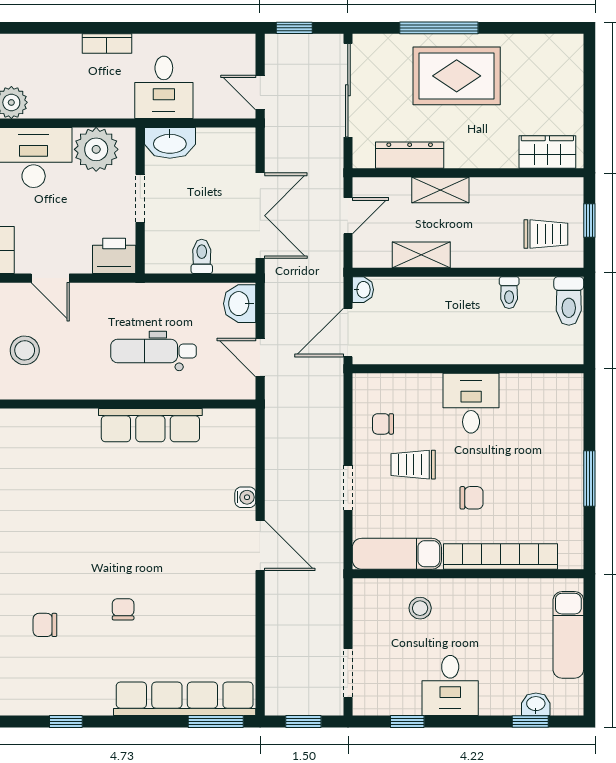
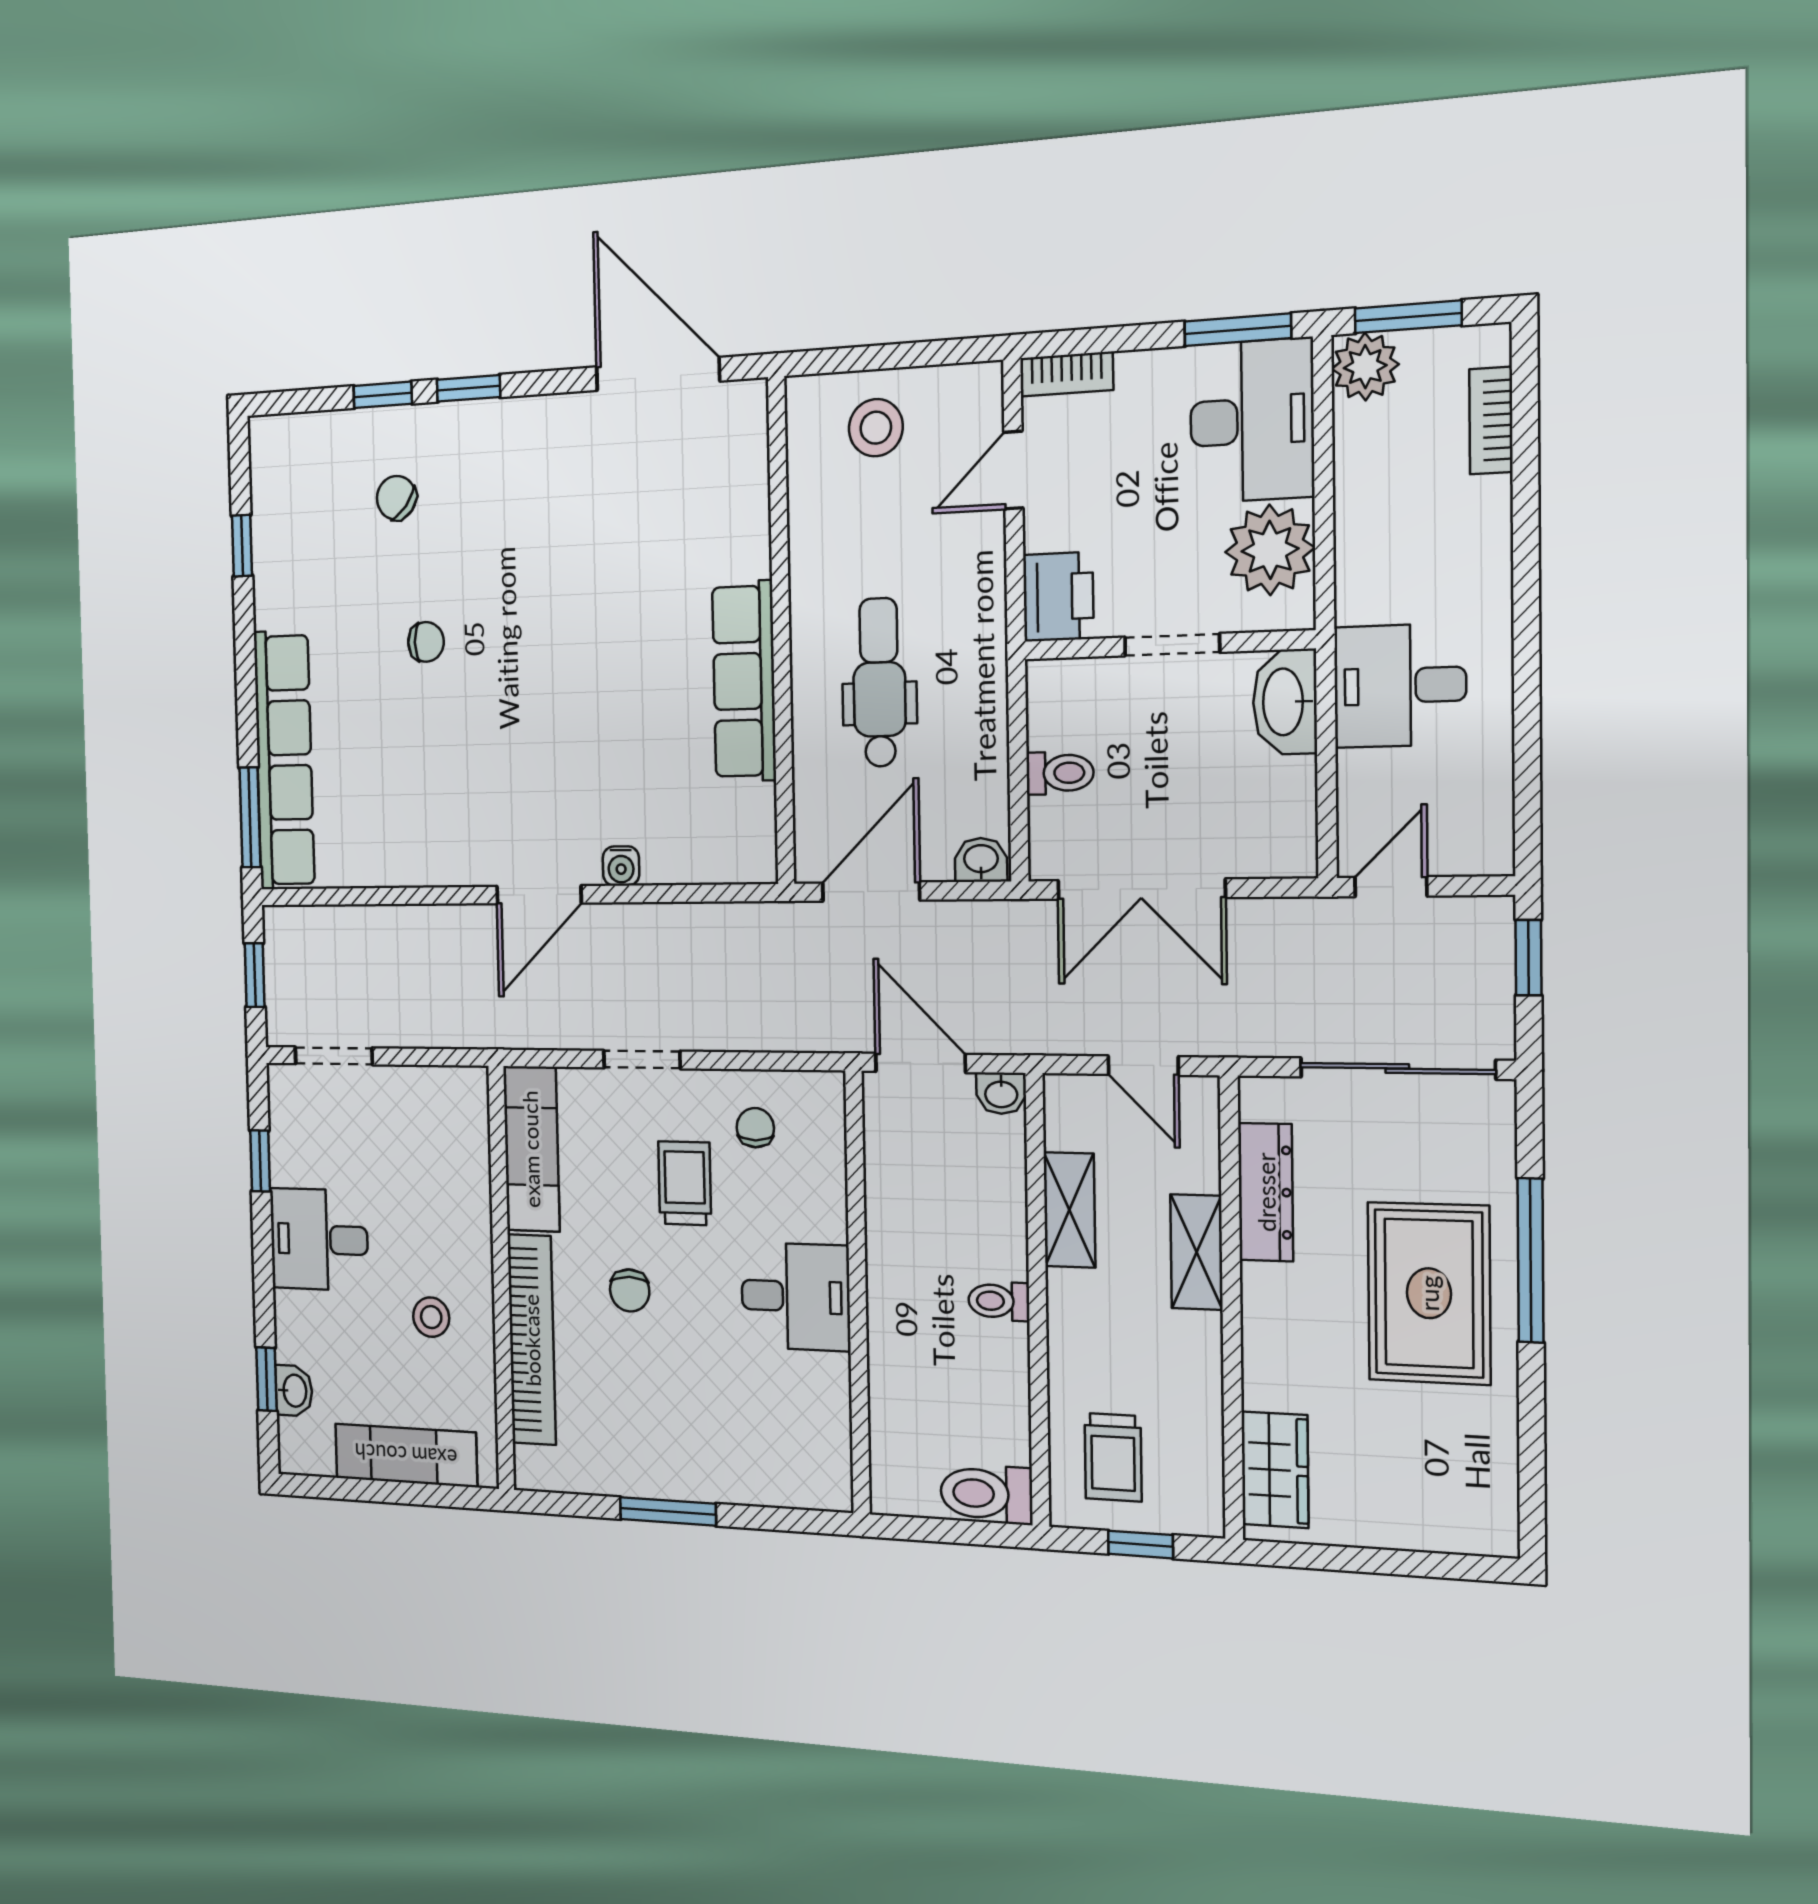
bookcase: (107, 44) -> (1491, 421), moved
toilet: (509, 293) -> (999, 1301), moved
washbasin: (240, 304) -> (981, 860), width x0.72, depth x0.69
door: (260, 358) -> (871, 892), width x1.38
stool: (420, 608) -> (431, 1317), moved
chair: (45, 625) -> (396, 498), turned -51

